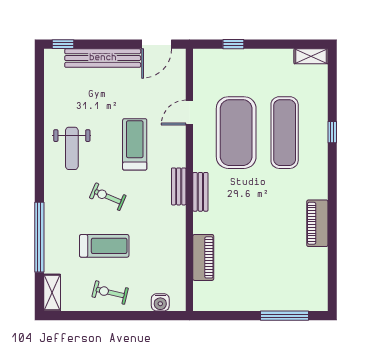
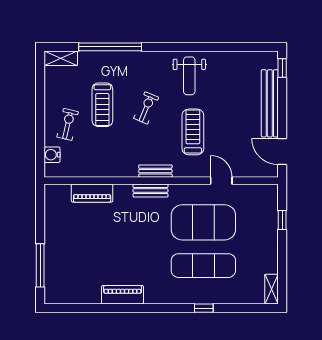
treadmill: (135, 144) -> (193, 132), turned -90
weight bench: (72, 148) -> (189, 76), turned -90
exercise bike: (110, 292) -> (68, 124), moved

